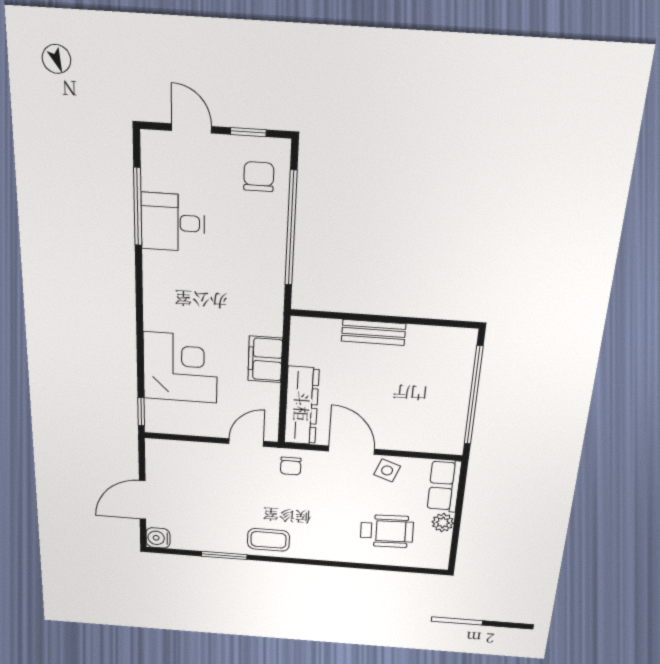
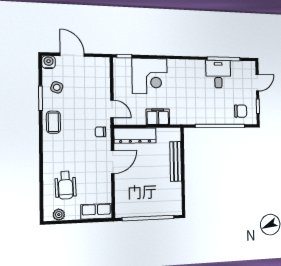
bench: (374, 332) -> (176, 161), width x1.36
side table: (387, 470) -> (57, 87), moved
plant: (443, 523) -> (59, 215), moved

